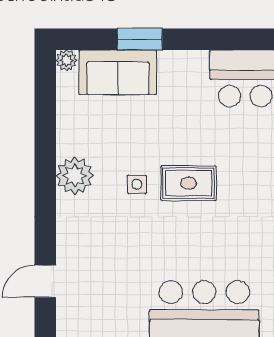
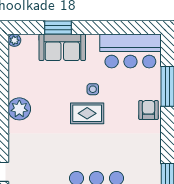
sofa: (118, 72) -> (62, 47), moved
side table: (137, 184) -> (93, 89), moved

